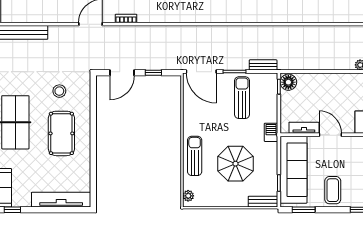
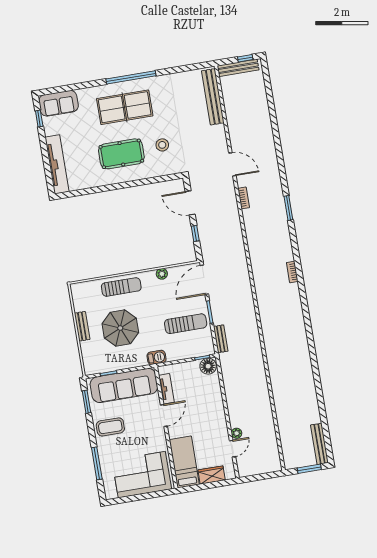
plant: (188, 196) -> (162, 274), moved
bench: (263, 202) -> (82, 326), moved

